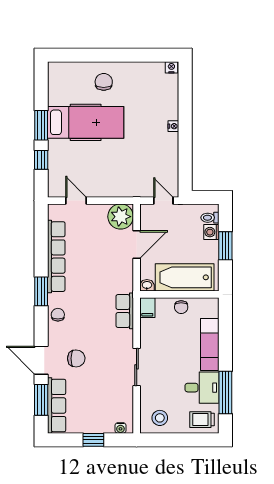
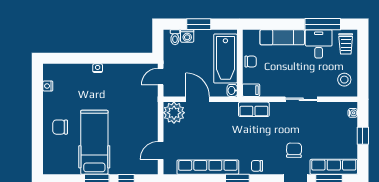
nightstand: (171, 67) -> (48, 86), moved

